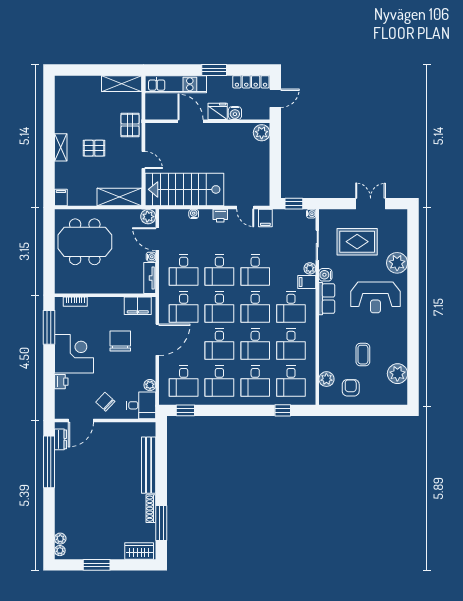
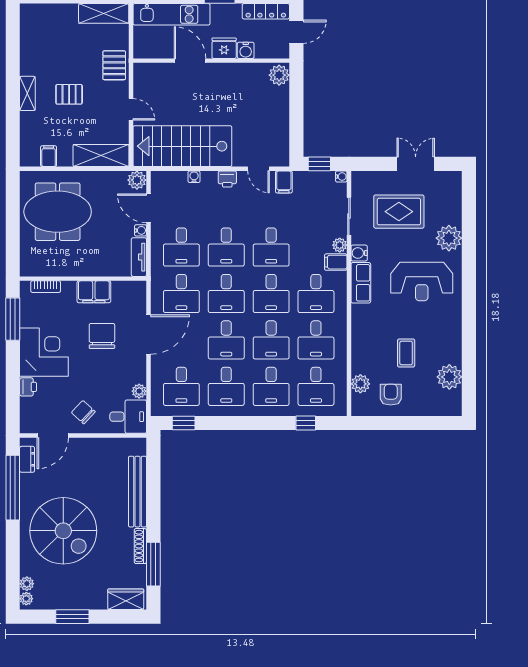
filing cabinet: (61, 197) -> (49, 156), moved
filing cabinet: (138, 306) -> (94, 292), moved
spiral stairs: (89, 496) -> (63, 531), added

